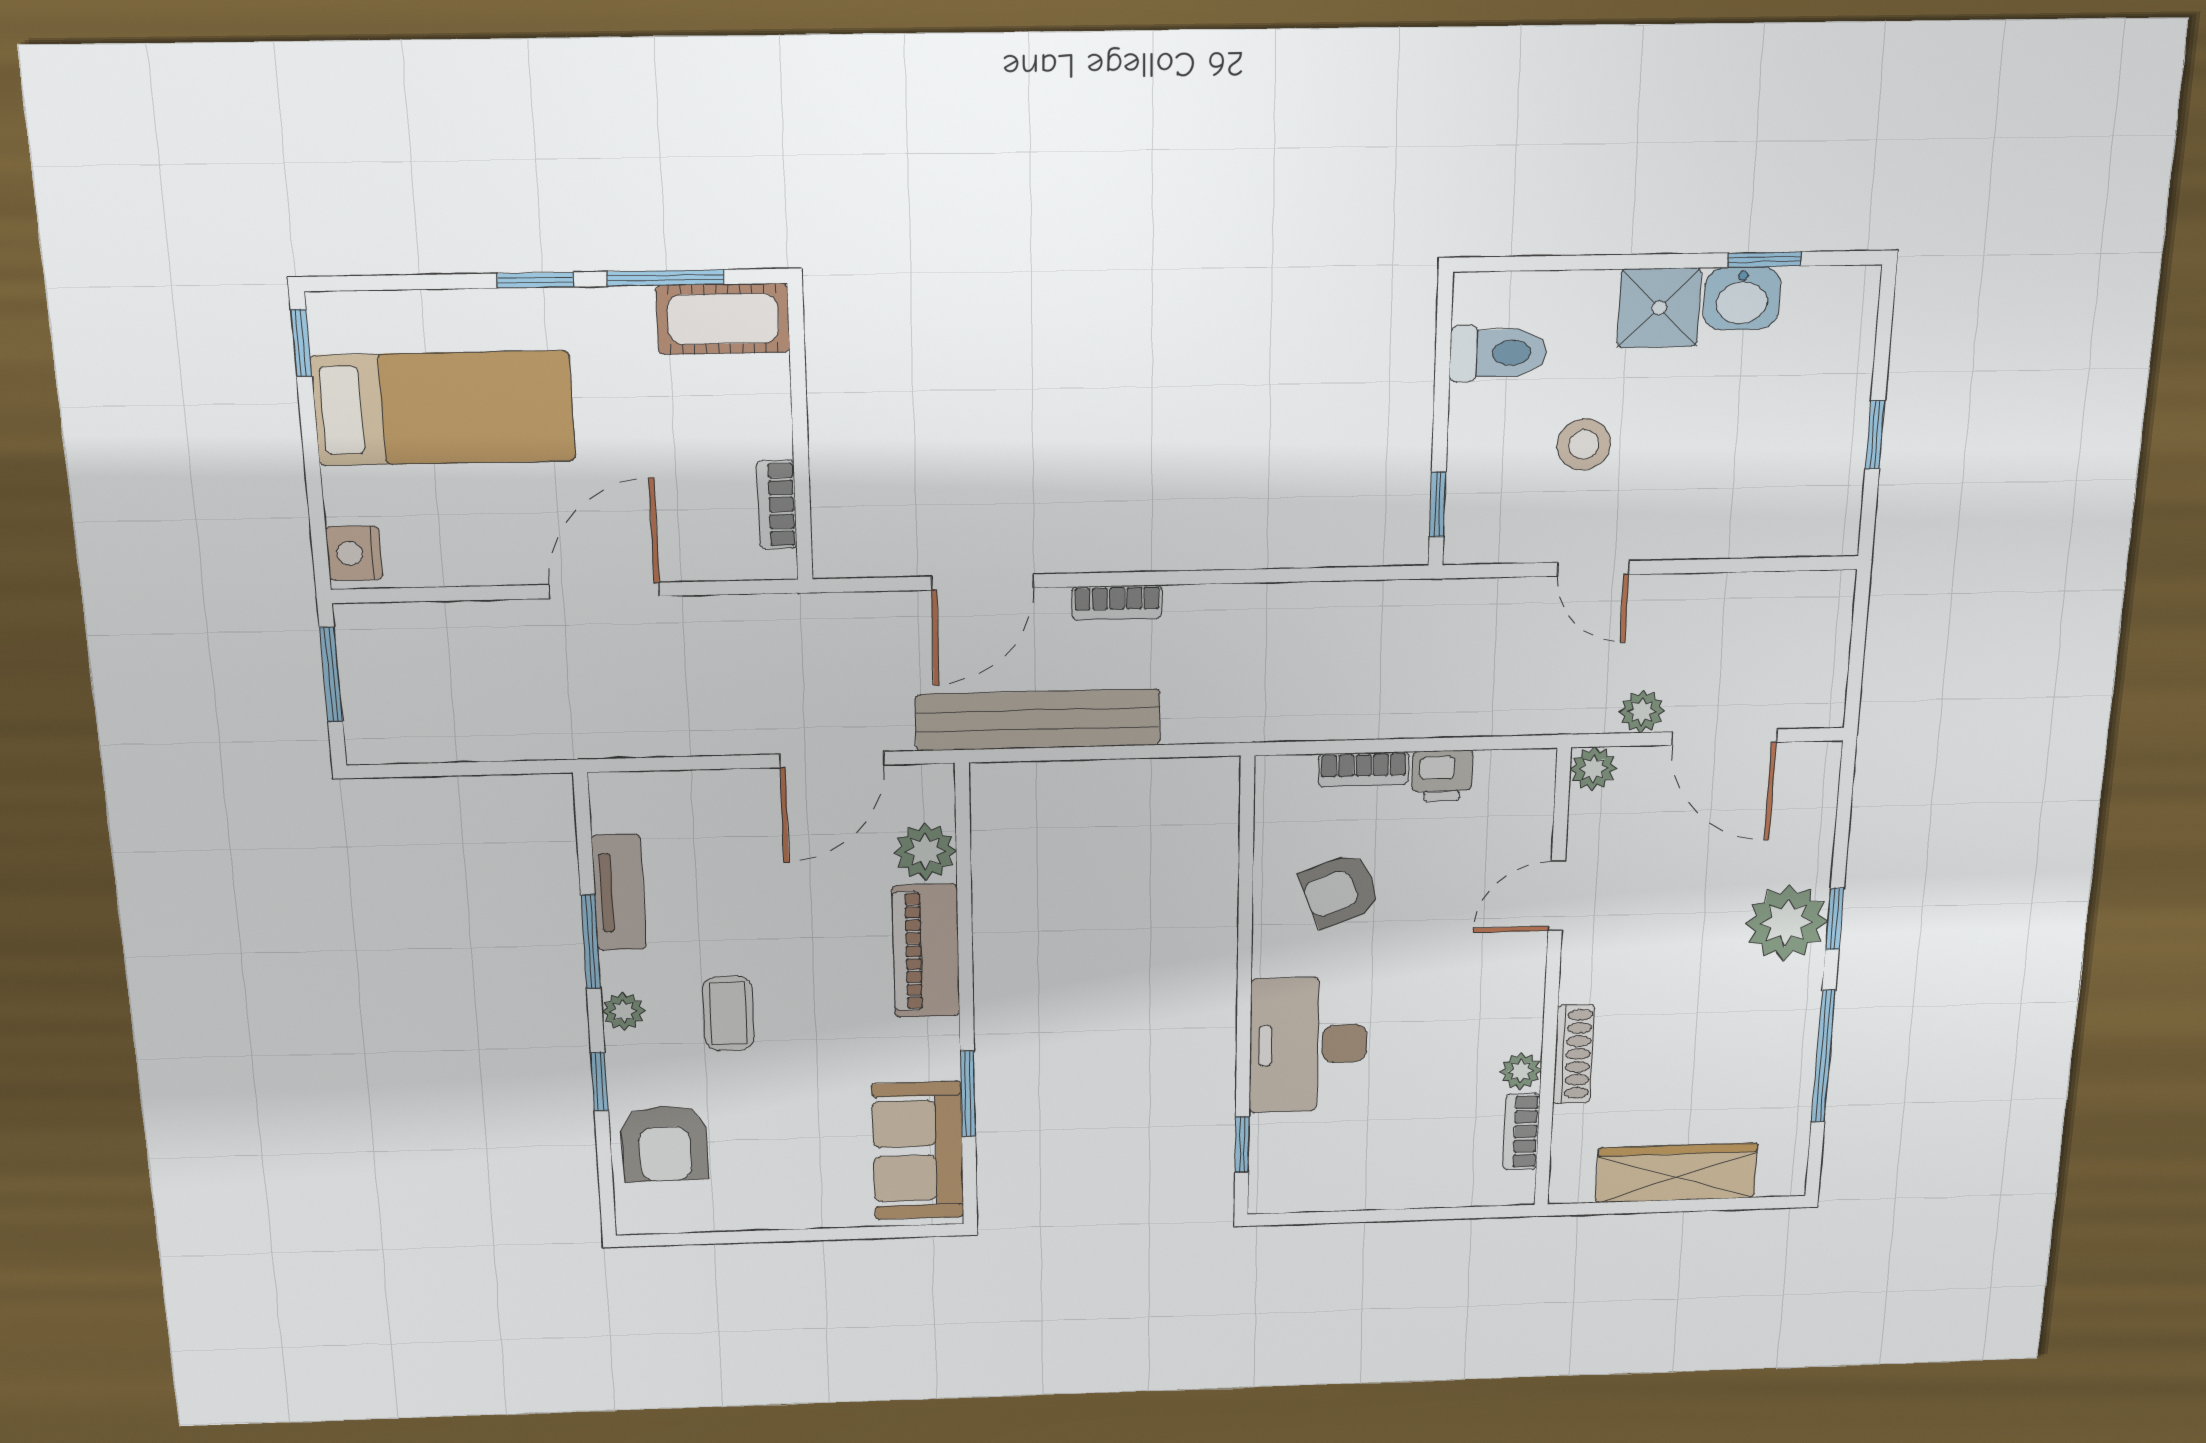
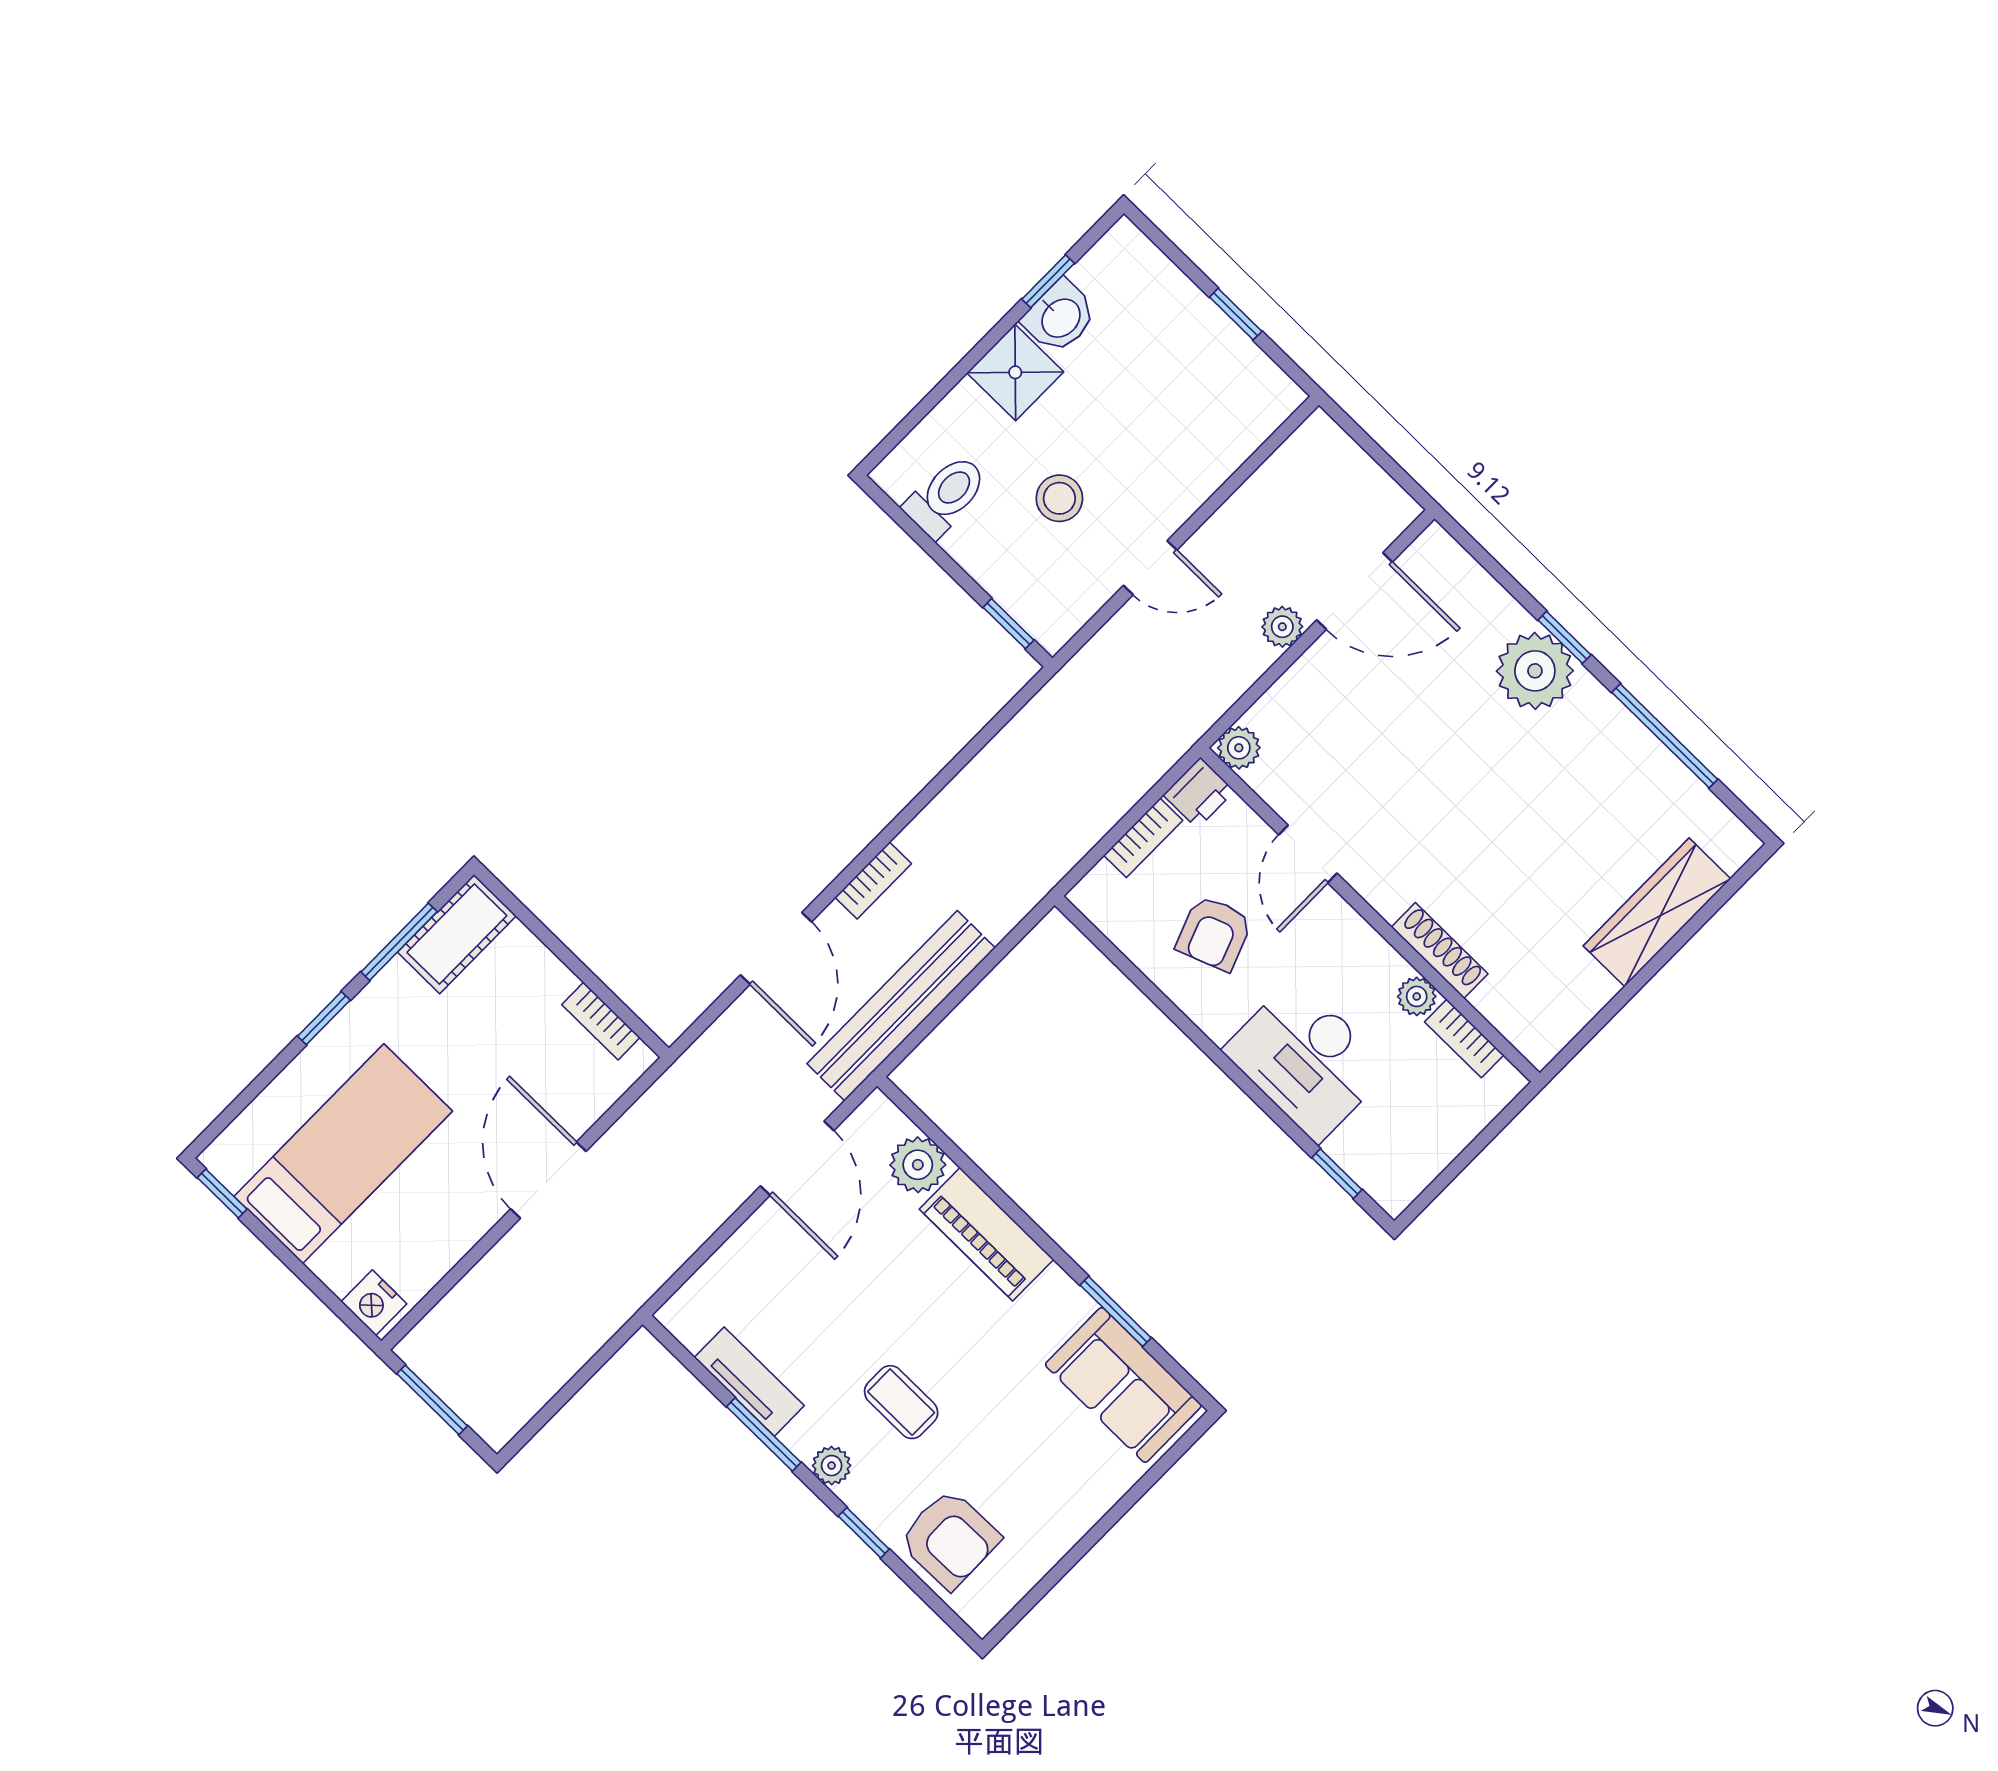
plant: (1593, 769) -> (1239, 748), moved
door: (1557, 896) -> (1308, 854), moved
wall: (1552, 982) -> (1370, 915), moved
shoe rack: (1574, 1054) -> (1440, 951), moved
plant: (1521, 1071) -> (1417, 996), moved
bookcase: (1521, 1132) -> (1464, 1038), moved

